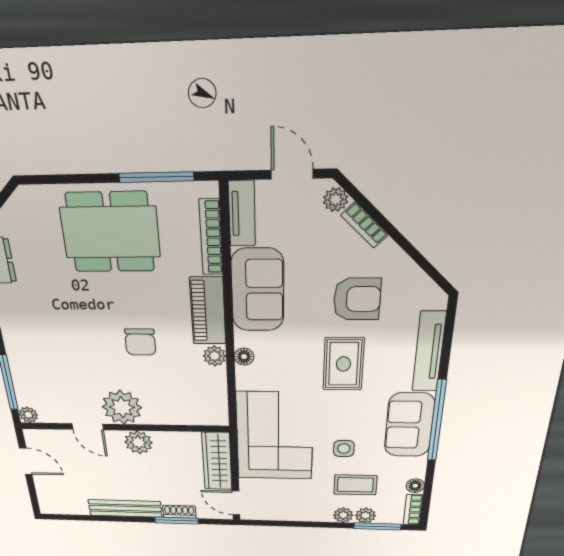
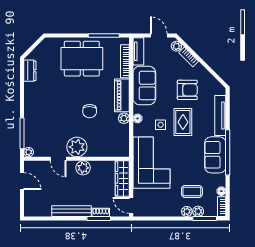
side table: (344, 449) -> (161, 125), moved

